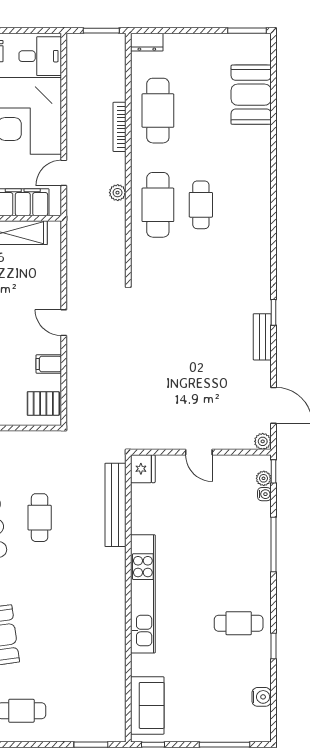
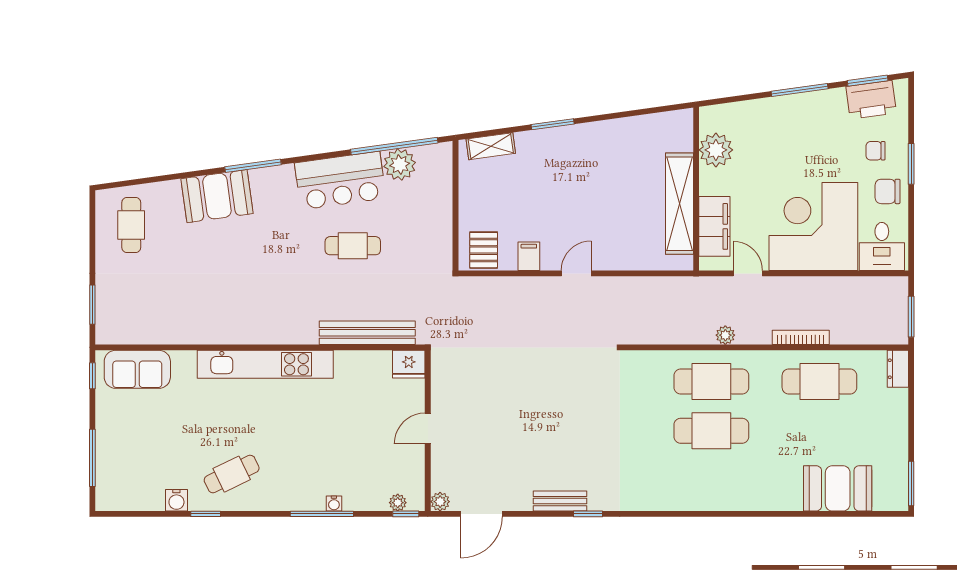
cafe table: (201, 205) -> (711, 431), width x1.37, depth x1.35
water cooler: (264, 494) -> (334, 504), moved
cafe table: (239, 623) -> (232, 474), turned 64
water cooler: (262, 697) -> (176, 500), moved

